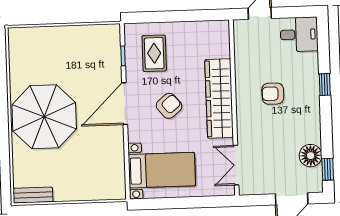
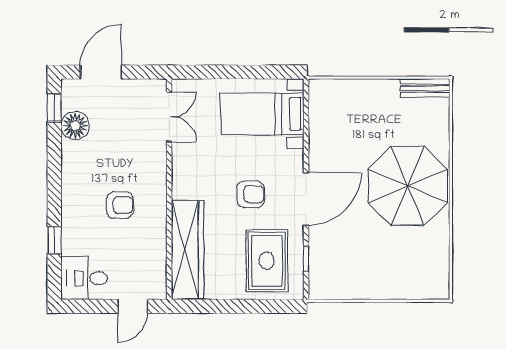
rug: (154, 53) -> (267, 261), width x1.36, depth x1.43
window: (325, 85) -> (54, 240), moved
wardrobe: (219, 98) -> (187, 250), moved
armchair: (169, 106) -> (251, 194), turned -140

